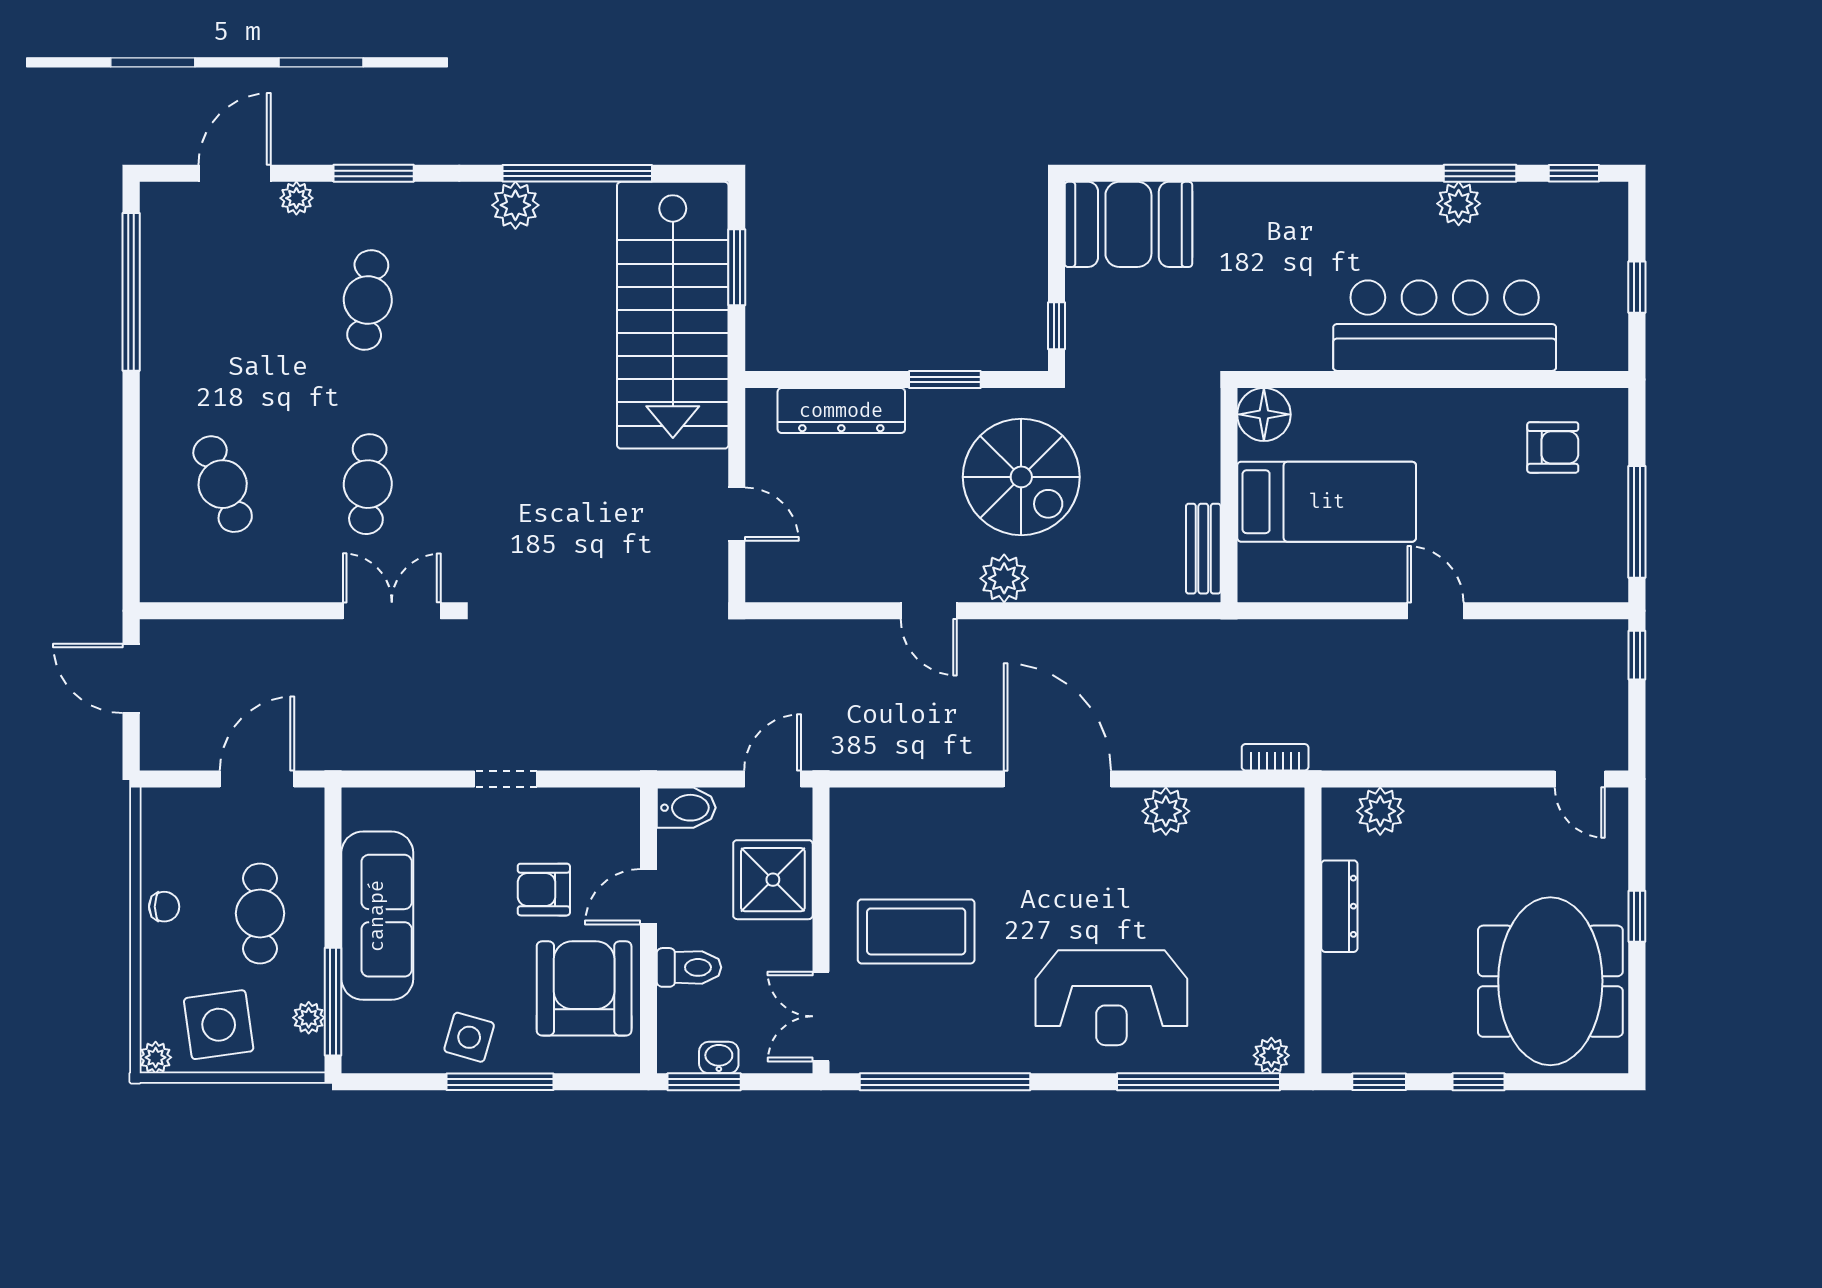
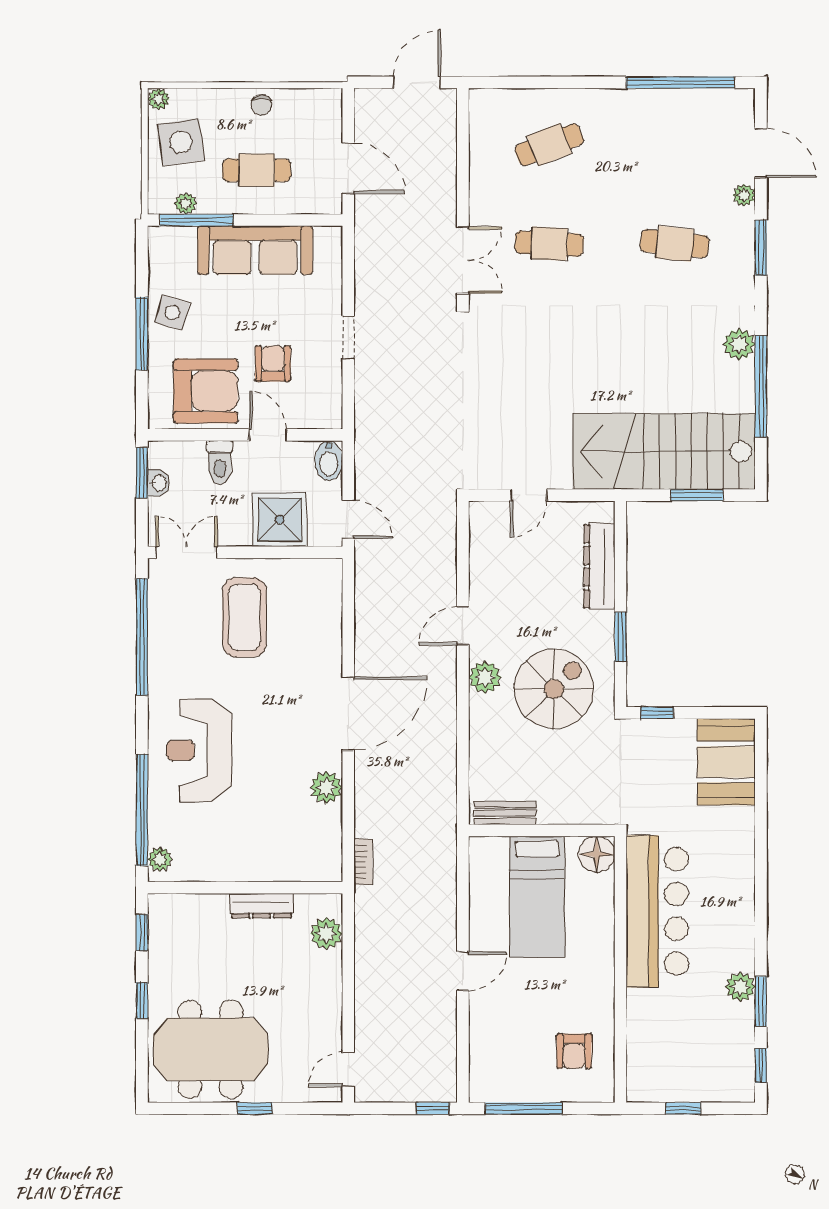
bar counter: (1445, 326) -> (657, 911), moved
spiral stairs: (1021, 477) -> (554, 689), turned 180

